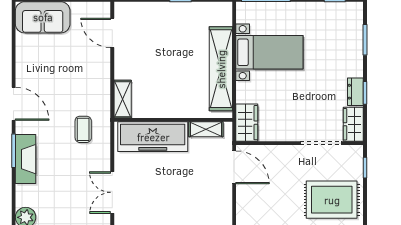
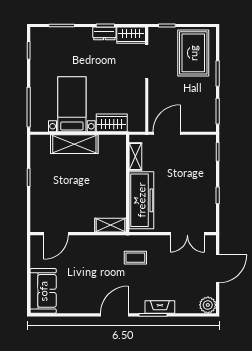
shelving: (221, 69) -> (74, 144), width x0.68
wardrobe: (247, 123) -> (112, 123), moved
fireplace: (26, 159) -> (160, 307), width x0.73, depth x0.76

